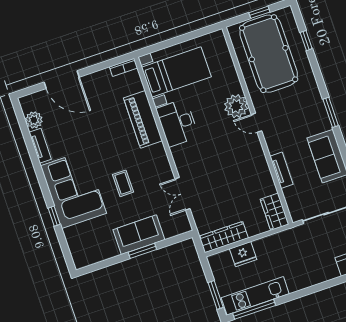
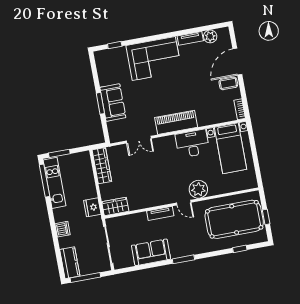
piano: (143, 119) -> (176, 122), moved
door: (256, 123) -> (184, 203), swing flipped
tv unit: (281, 170) -> (160, 213), moved
coffee table: (123, 183) -> (228, 83), moved
double door: (182, 194) -> (139, 140), swing flipped
window: (54, 216) -> (115, 45), moved
fridge: (243, 254) -> (92, 207), moved
dishwasher: (314, 276) -> (63, 229), added

